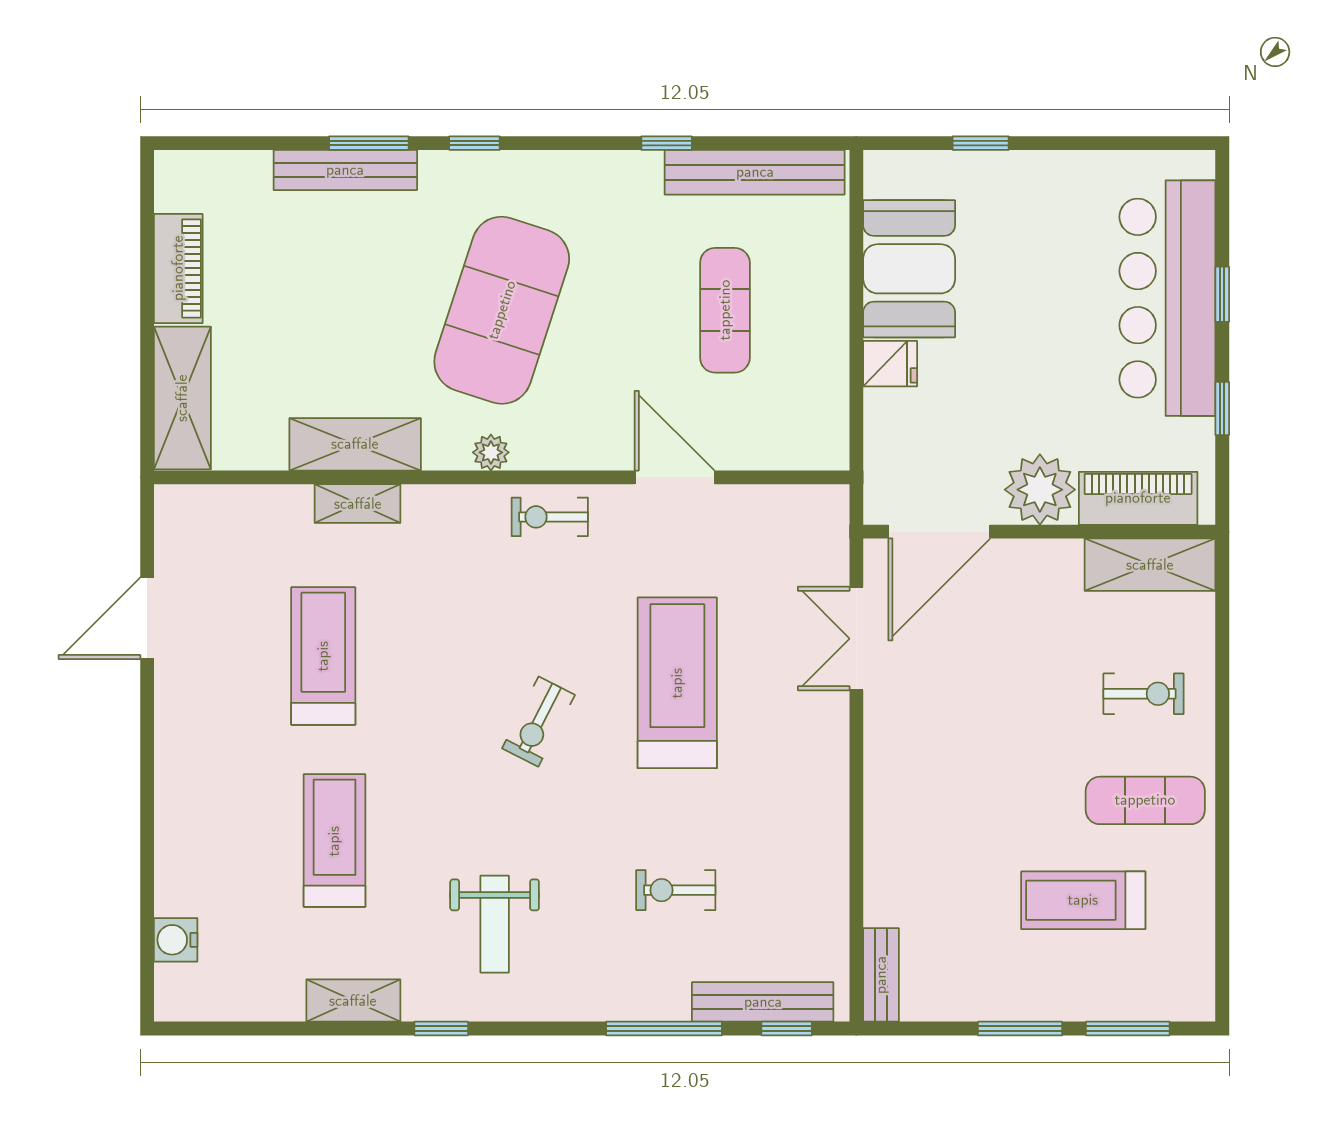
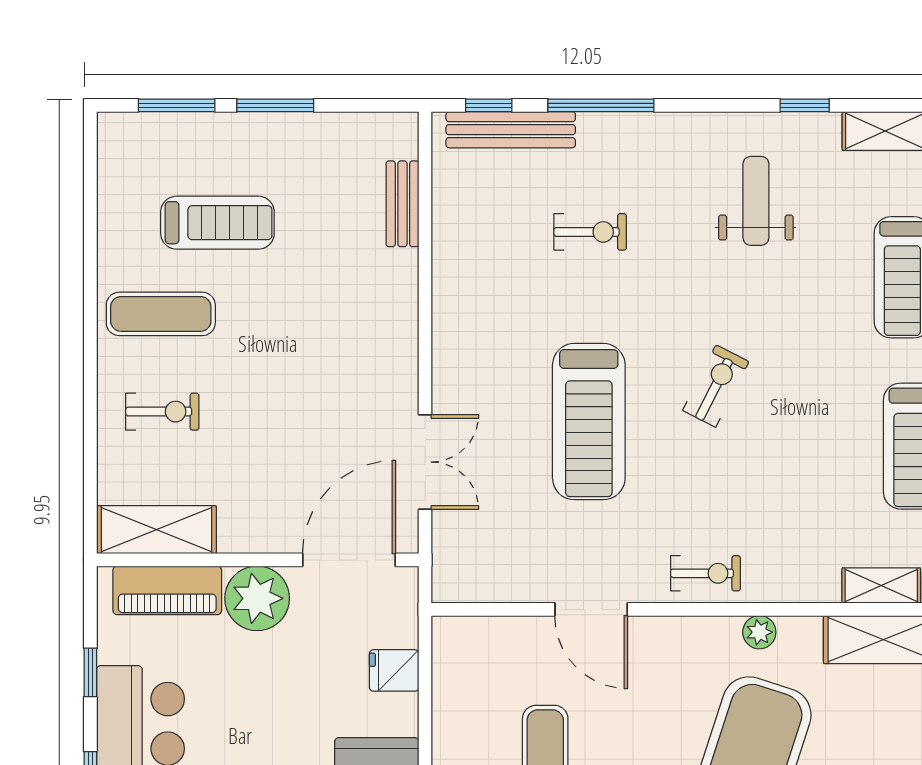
fridge: (890, 364) -> (394, 670), moved
exercise bike: (1143, 694) -> (162, 412), turned 180
bench: (881, 975) -> (402, 204), moved

